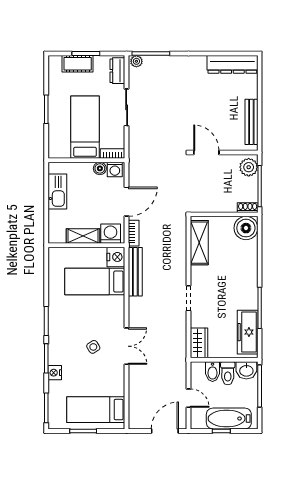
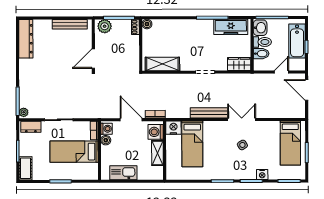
cot: (78, 64) -> (26, 168), moved
boiler: (246, 228) -> (147, 24), width x0.54, depth x0.54
bench: (135, 272) -> (209, 113), moved

